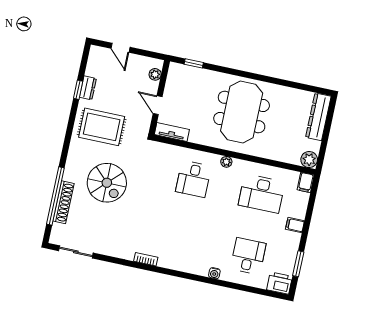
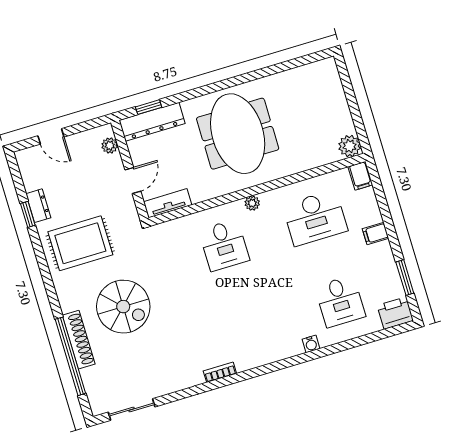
door: (158, 105) -> (133, 181), swing flipped
dresser: (318, 117) -> (152, 122), moved, turned -90
shoe rack: (64, 202) -> (79, 340), moved
desk: (248, 256) -> (340, 301), turned 180

